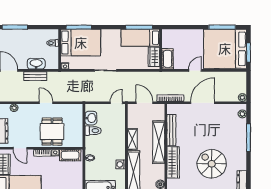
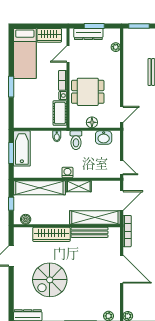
door: (46, 103) -> (122, 114), moved
floor lamp: (78, 128) -> (92, 122), added
toilet: (93, 131) -> (76, 140), moved
shelving: (159, 142) -> (95, 217), moved
washing machine: (121, 164) -> (67, 173), moved
spiral stairs: (212, 164) -> (50, 280), turned 180

